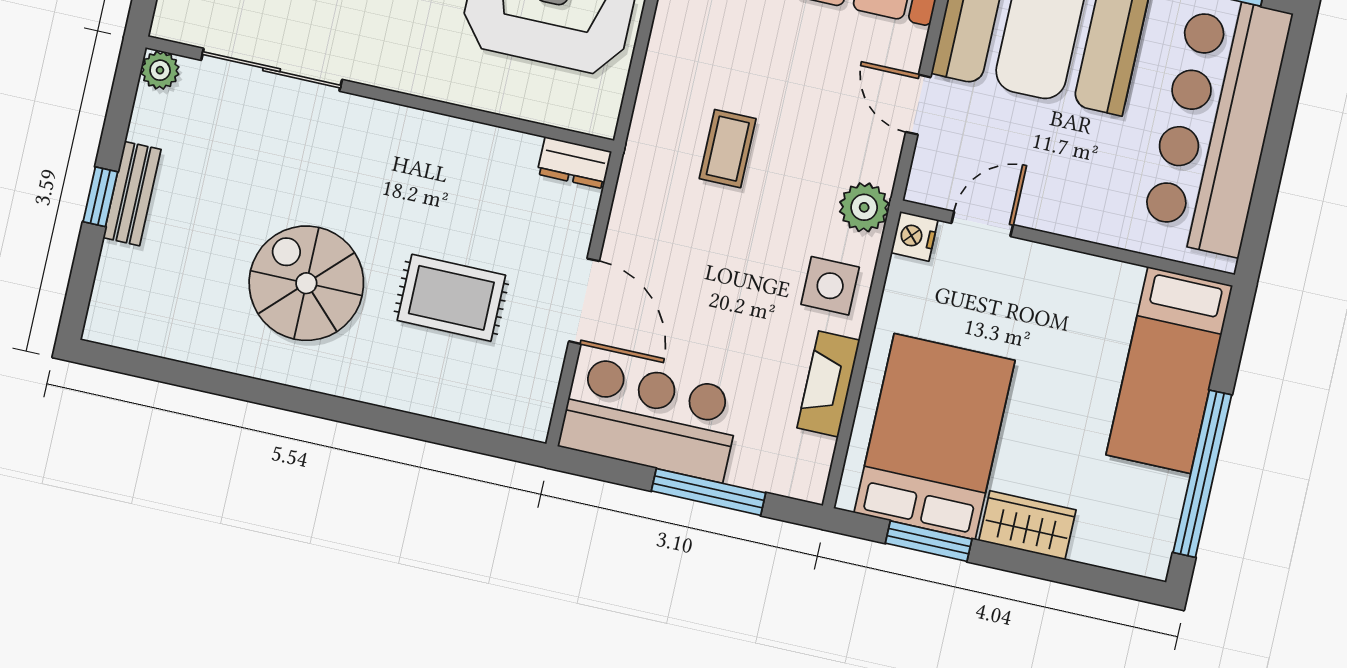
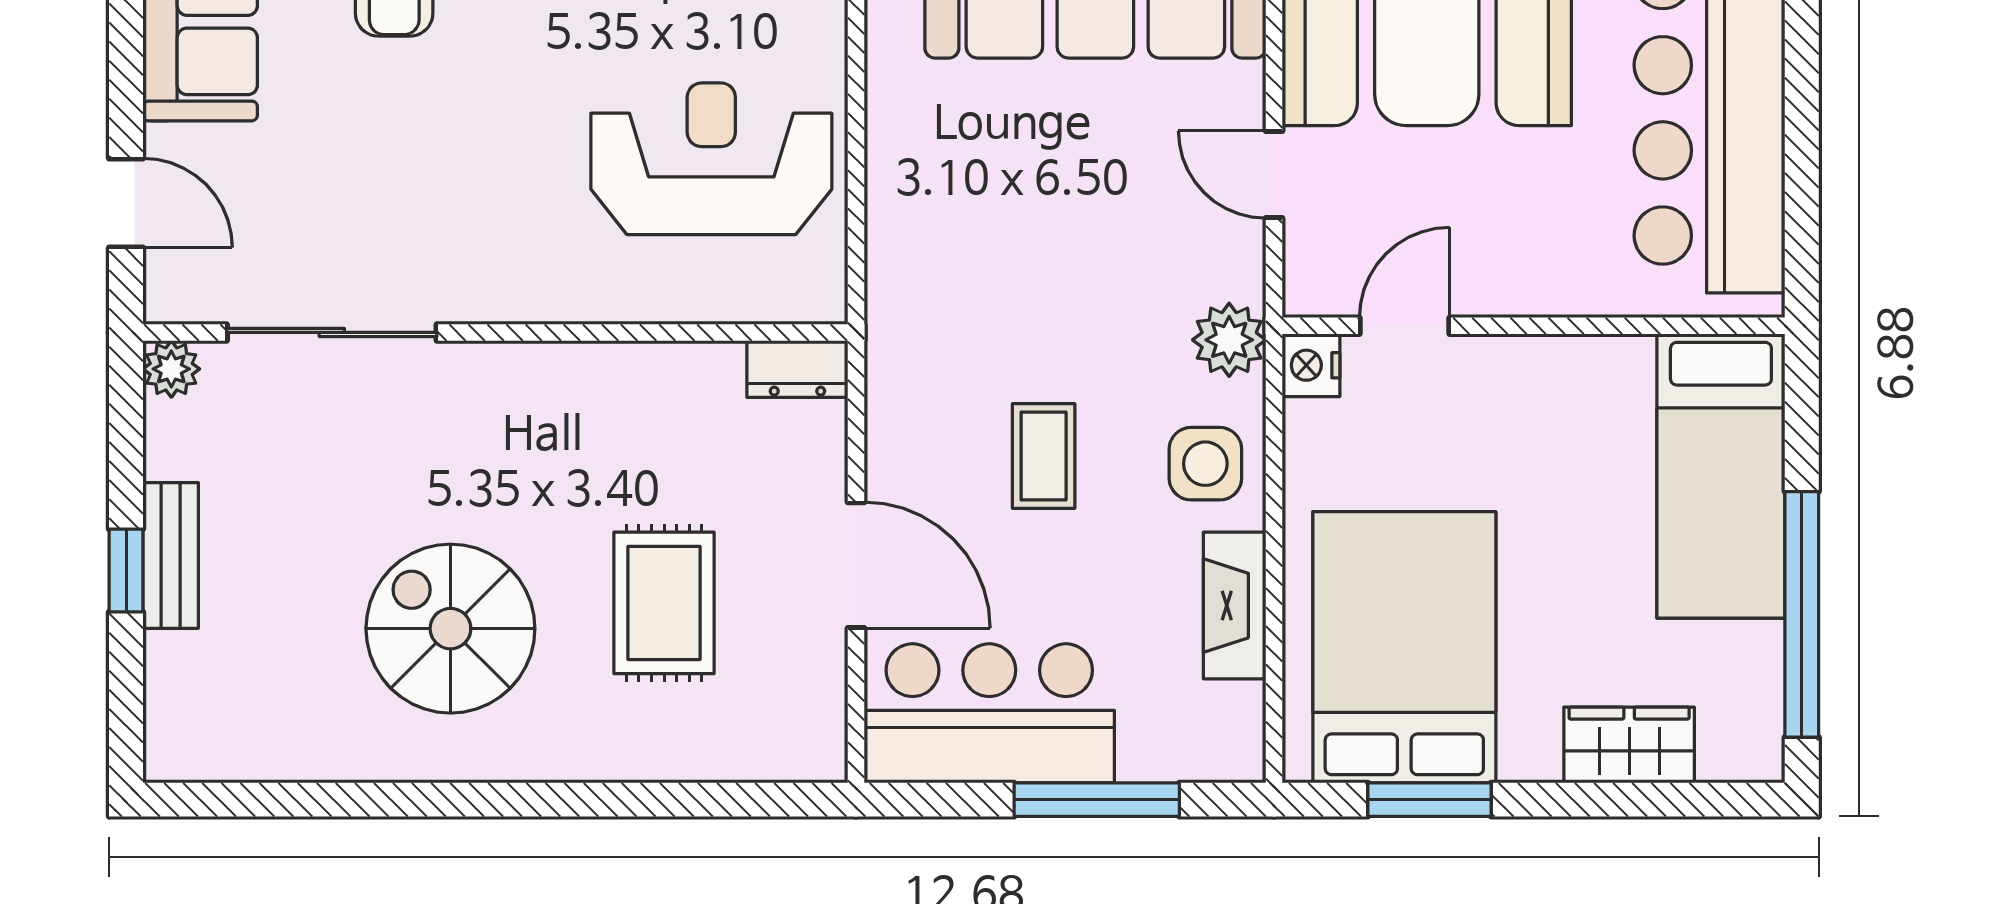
coffee table: (728, 149) -> (1044, 456), moved
rug: (451, 298) -> (664, 603), turned 90
wardrobe: (1027, 525) -> (1629, 745), moved

